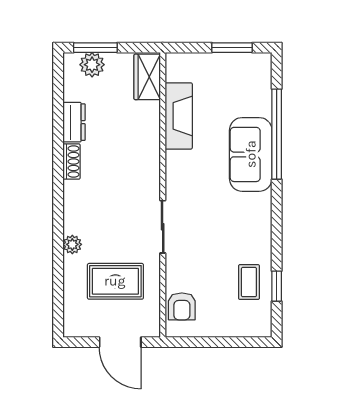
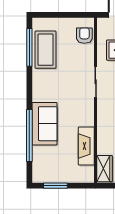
coffee table: (249, 282) -> (46, 50), width x1.86, depth x1.72
window: (277, 286) -> (29, 47), width x2.17

